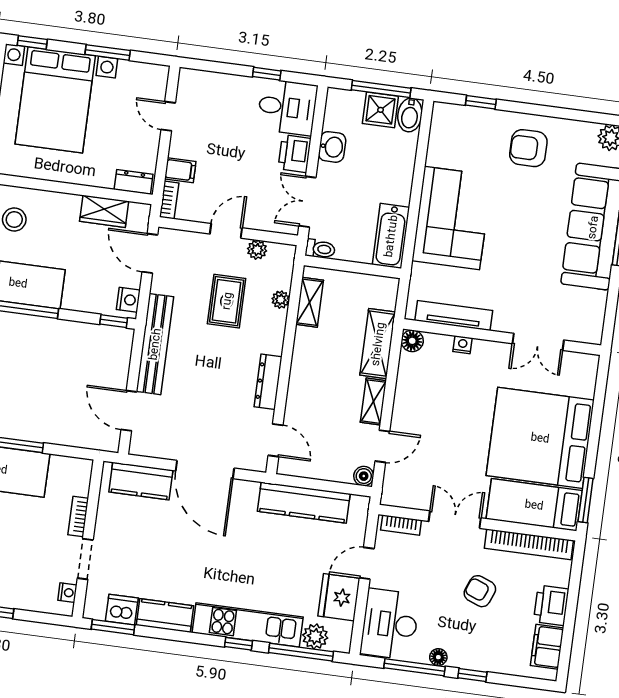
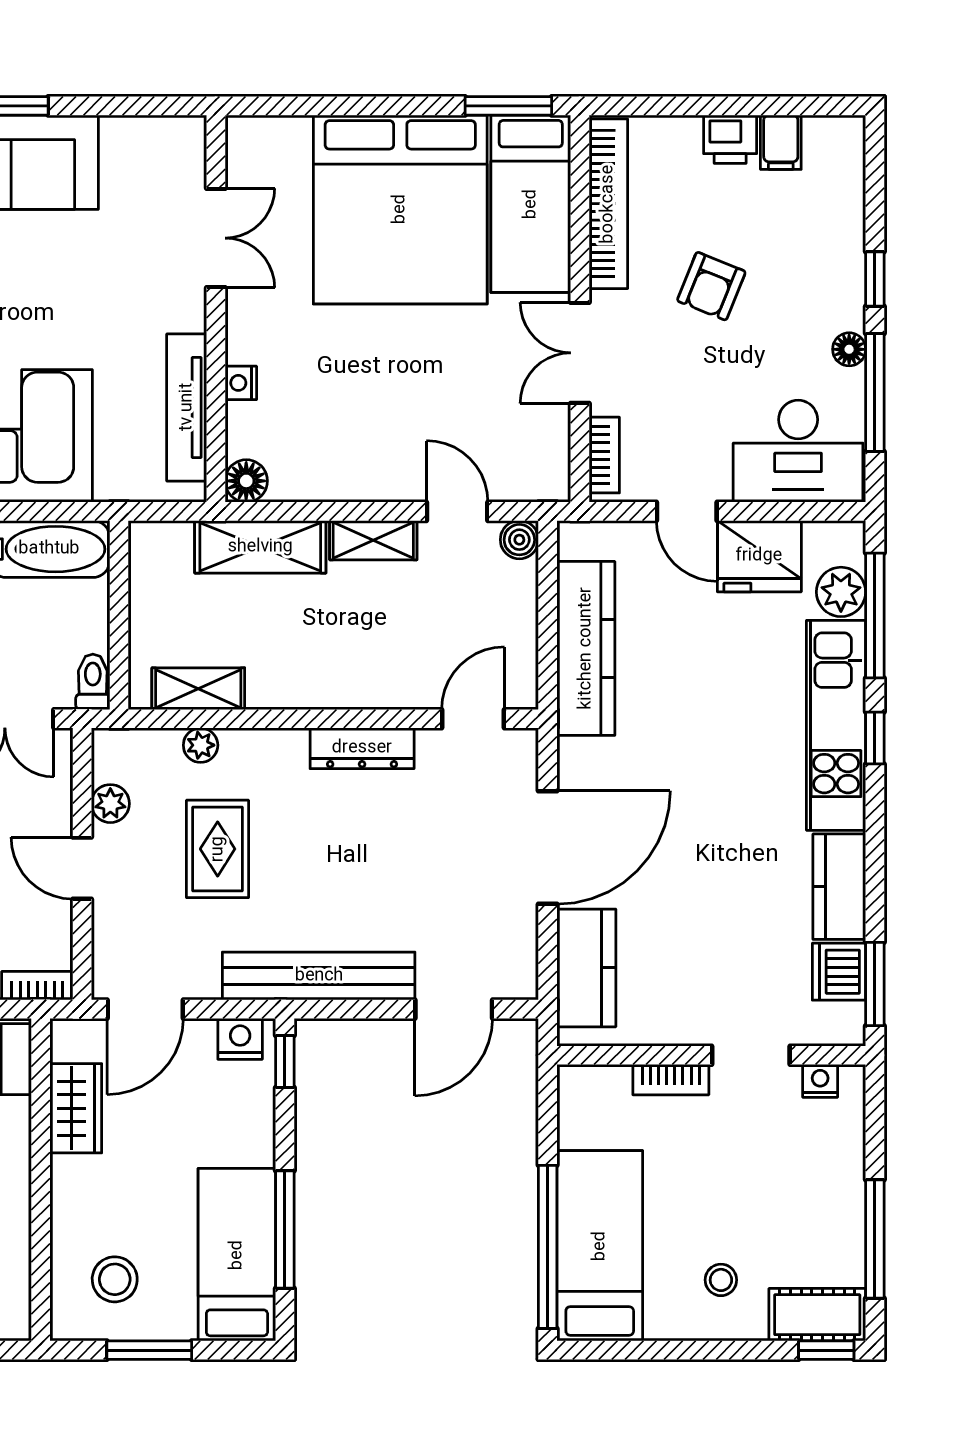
rug: (227, 301) -> (218, 849), turned 90
printer: (551, 605) -> (730, 139), width x0.73, depth x0.81
filing cabinet: (547, 647) -> (781, 142), width x0.50

